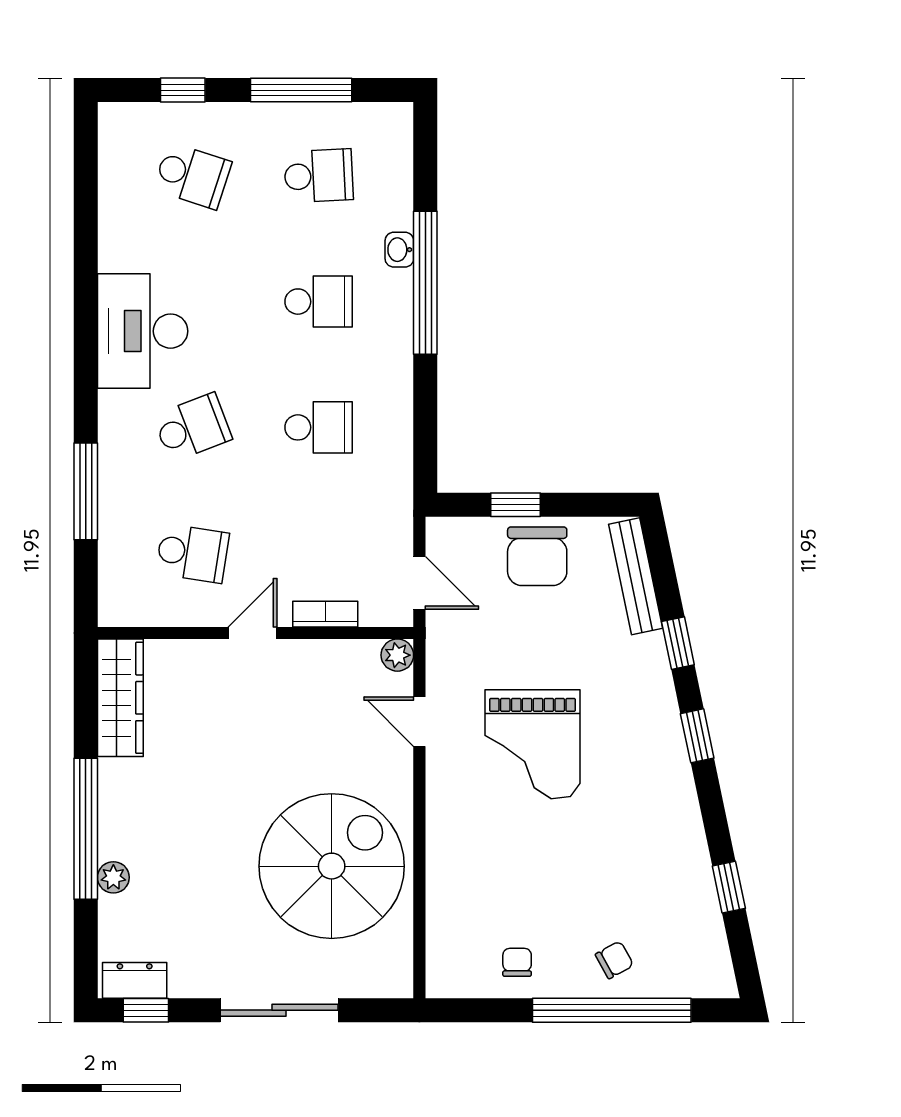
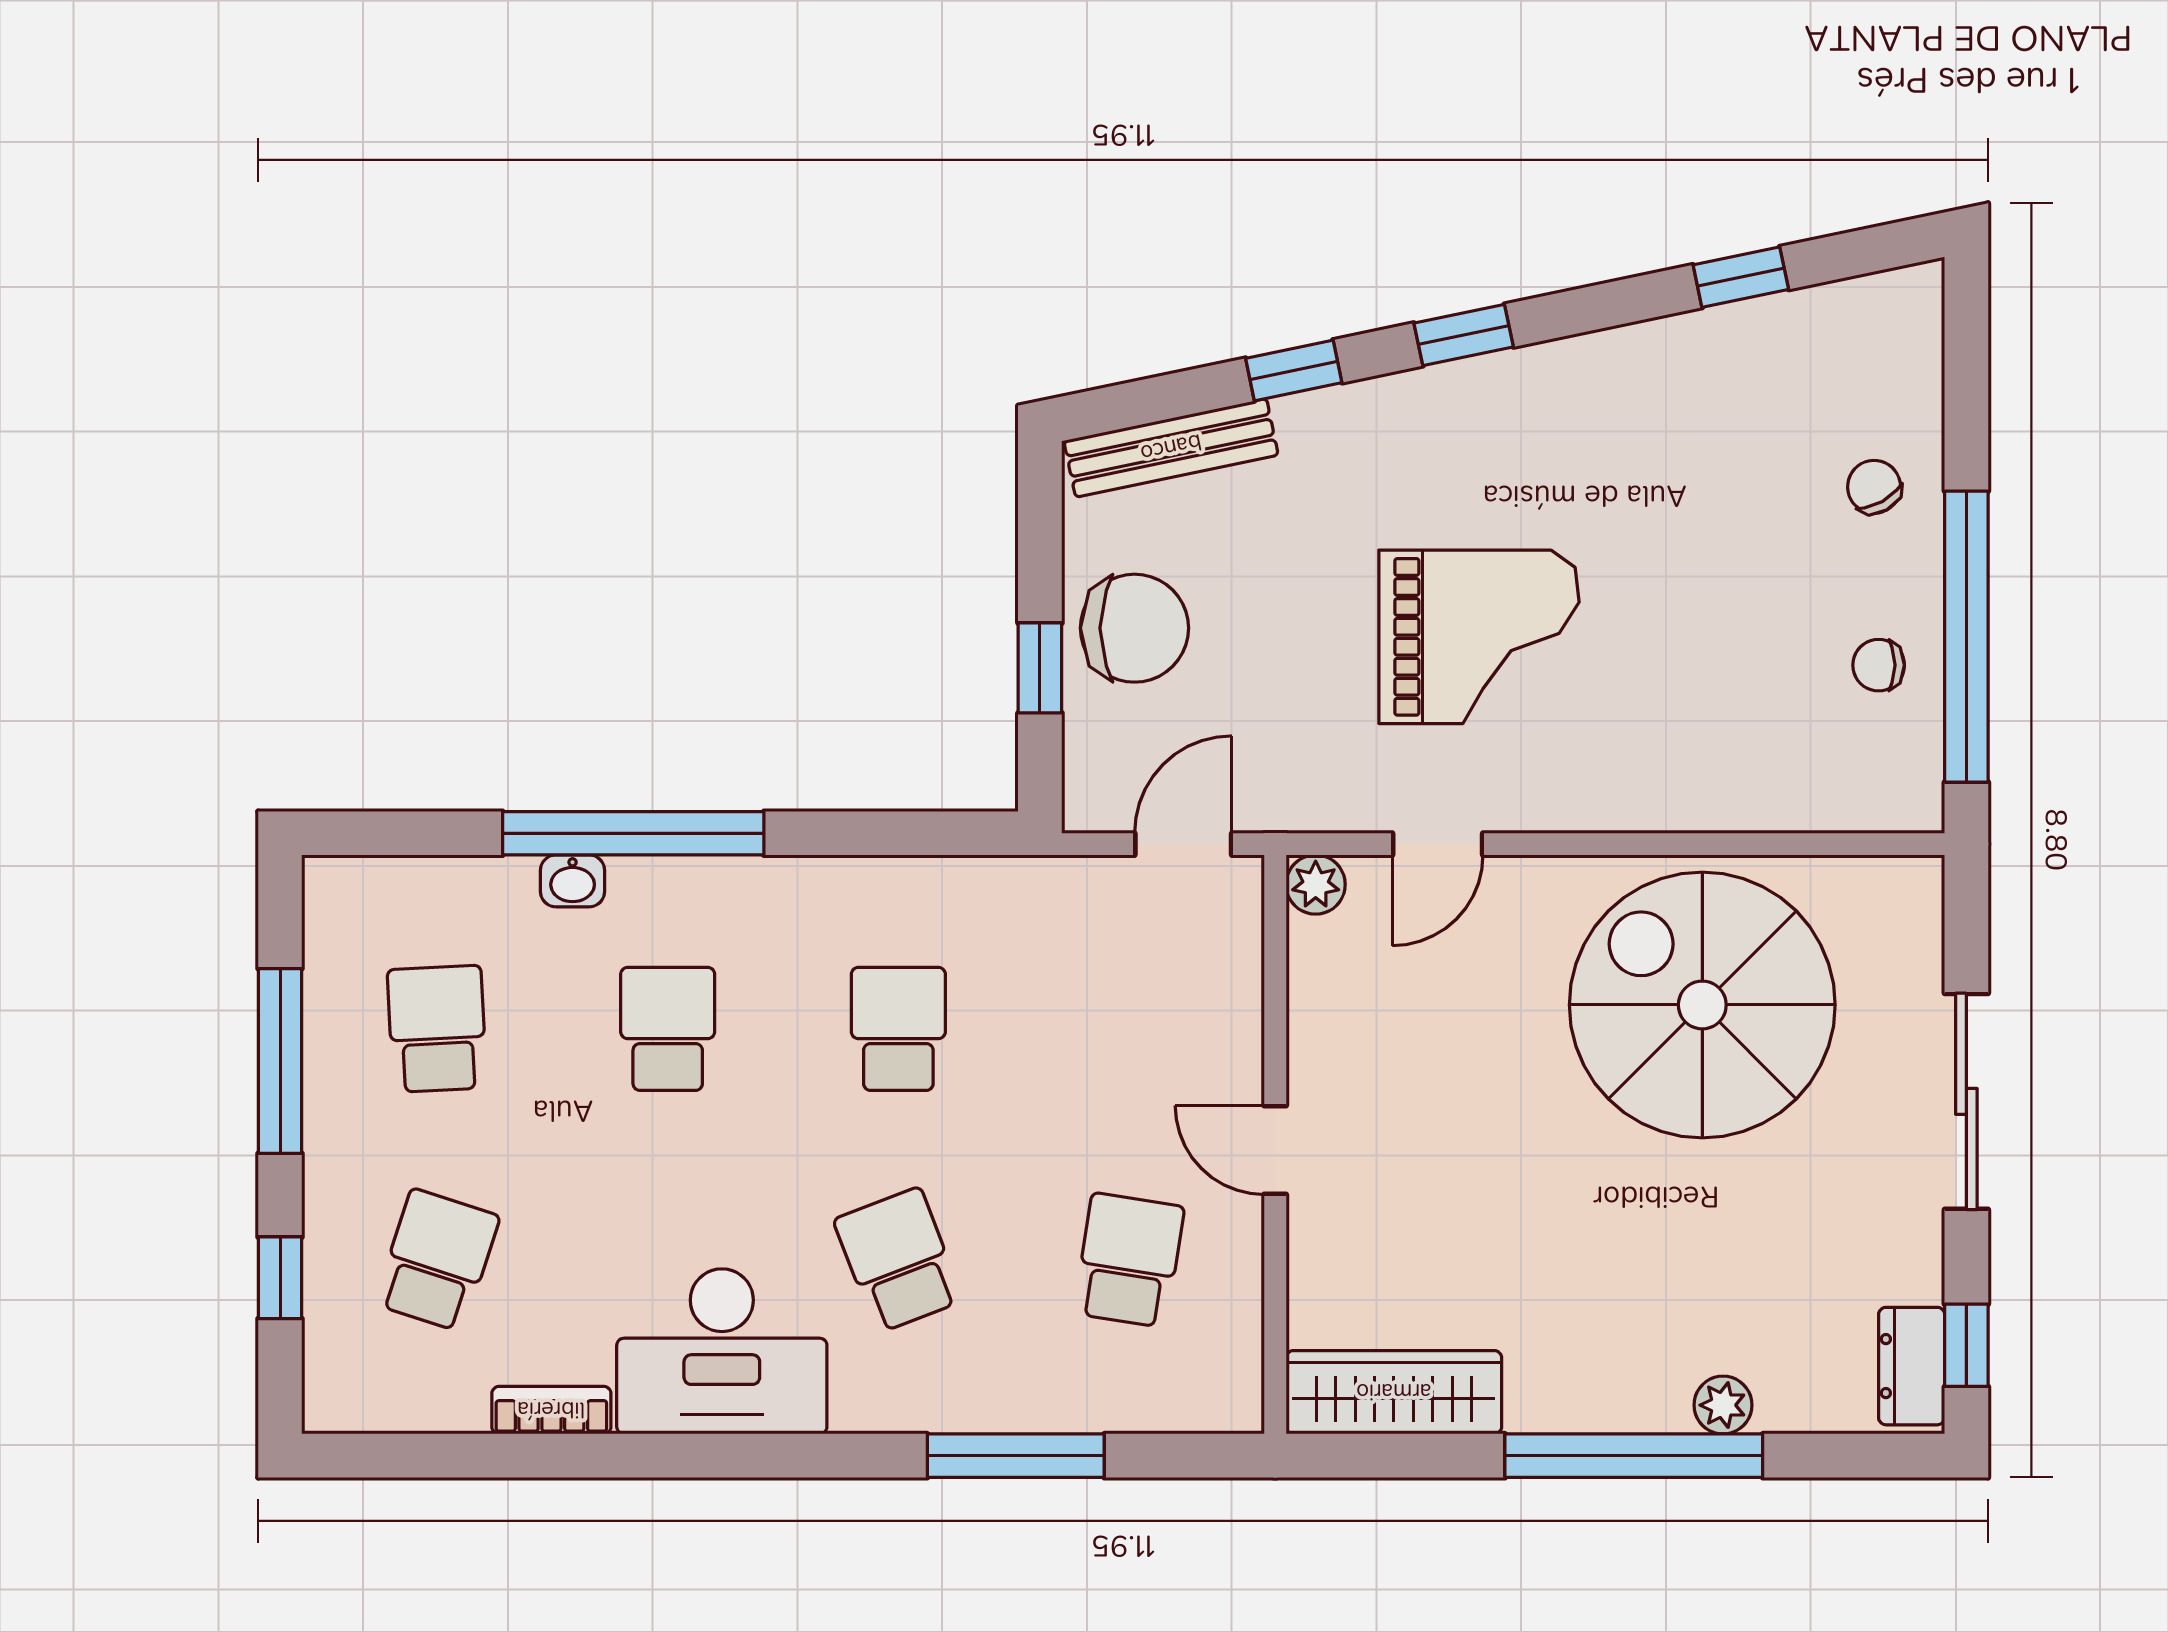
bookcase: (325, 614) -> (551, 1410), moved, turned 90
window: (612, 1010) -> (1966, 637), moved

